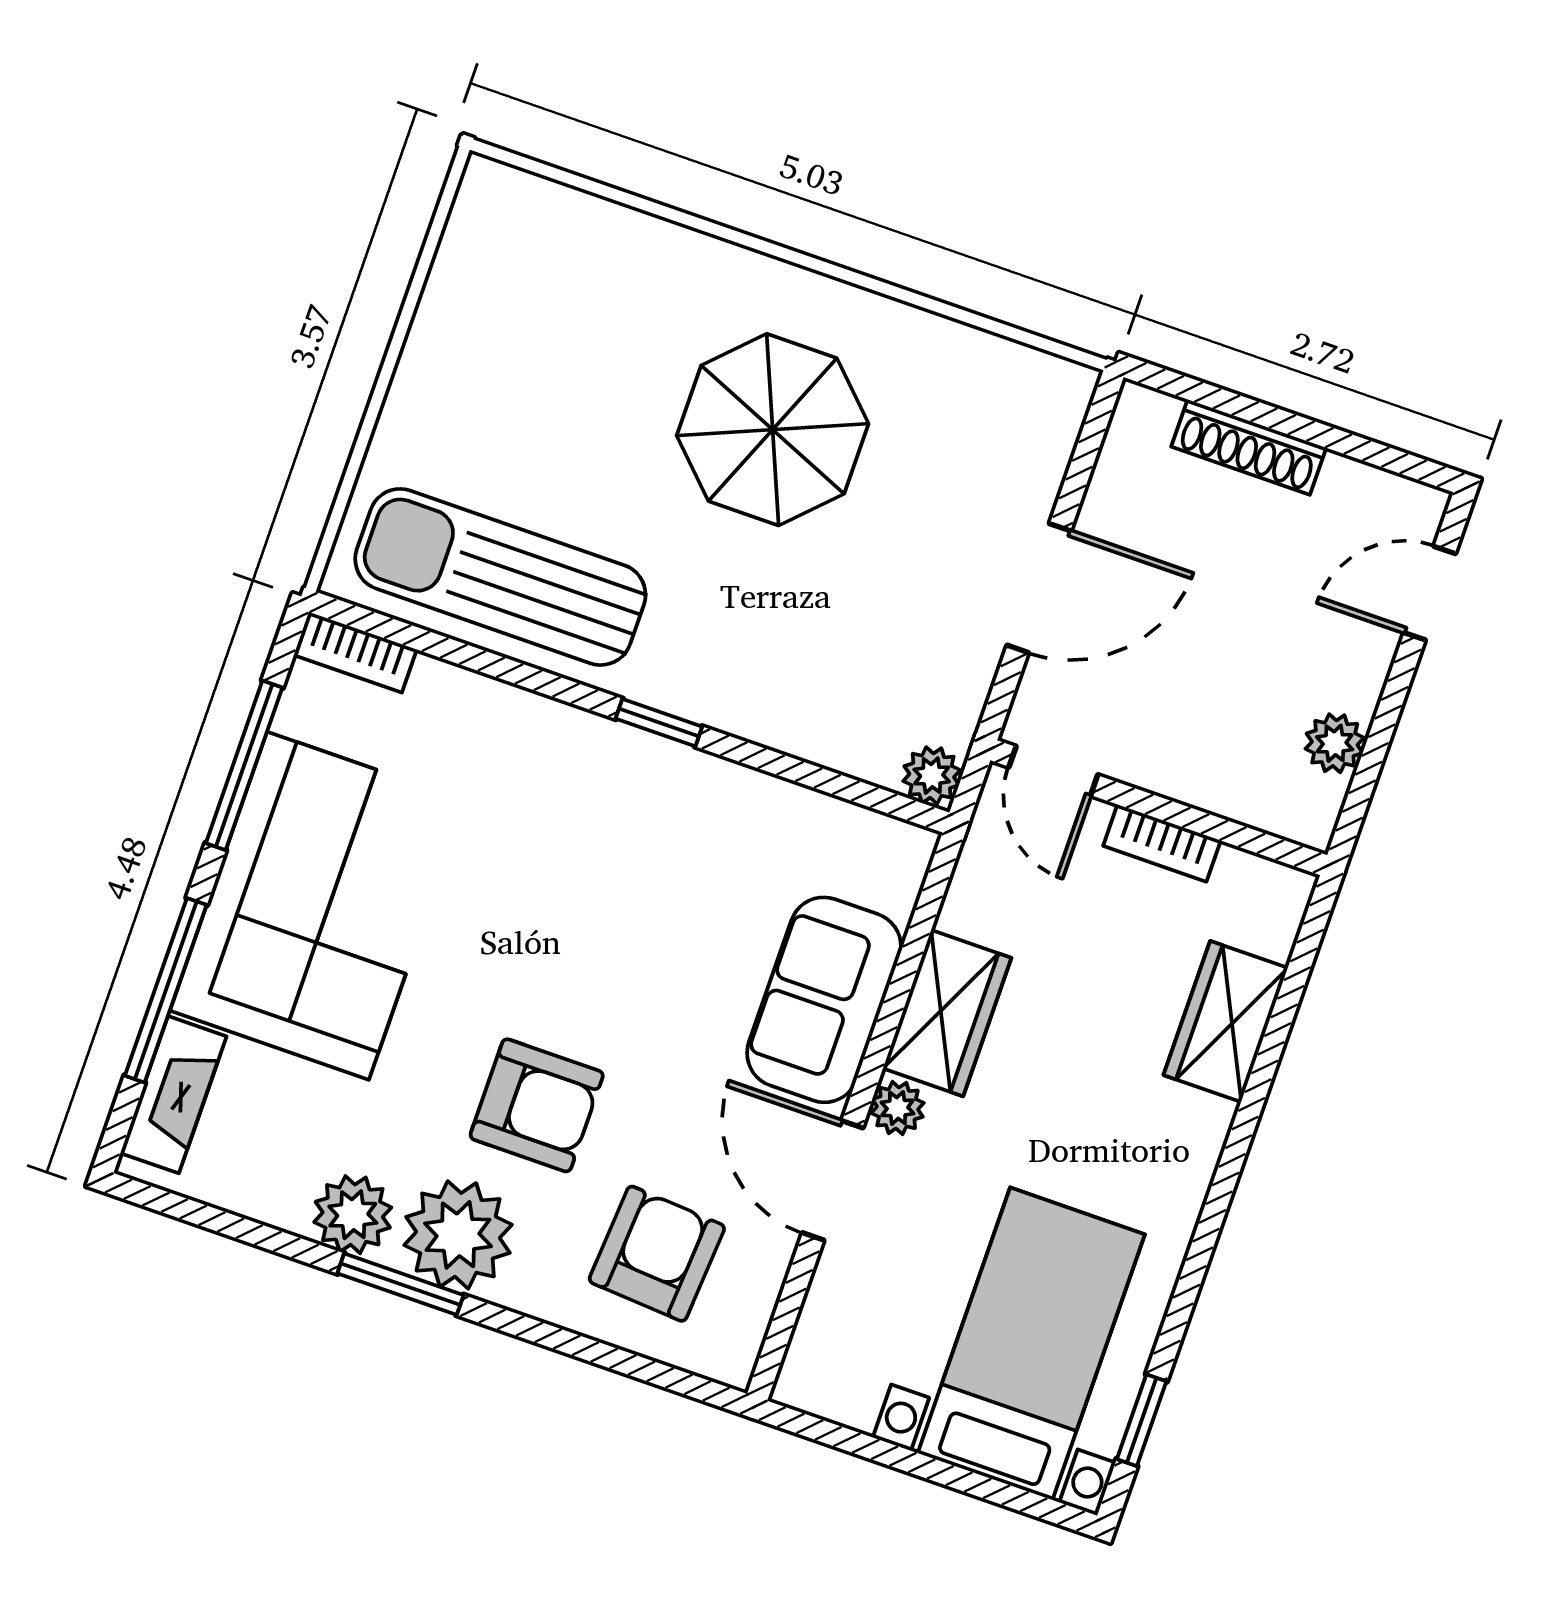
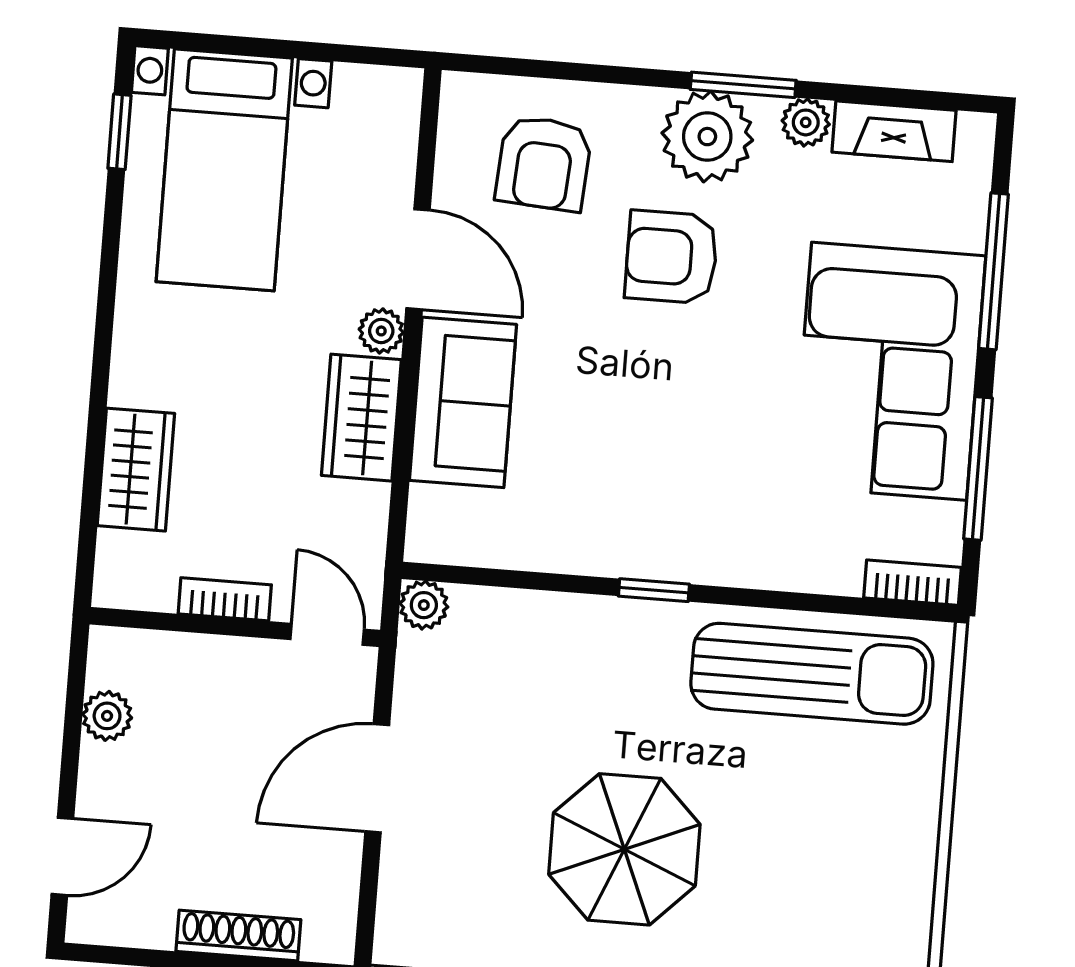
fireplace: (173, 1095) -> (894, 131), moved, turned -90
plant: (353, 1215) -> (806, 122), width x0.73, depth x0.73

